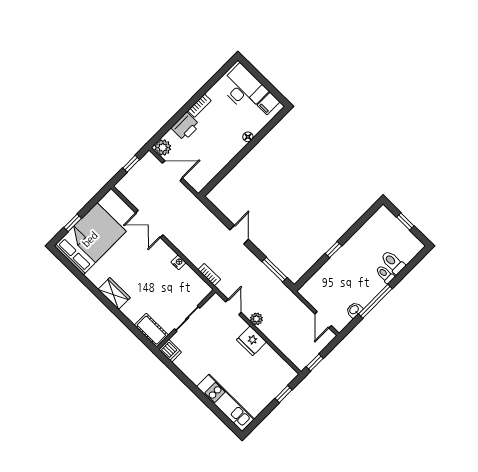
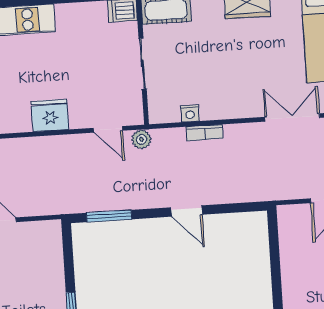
nightstand: (178, 262) -> (190, 113), moved
bookcase: (209, 275) -> (205, 133), moved
plant: (256, 319) -> (141, 139), moved

